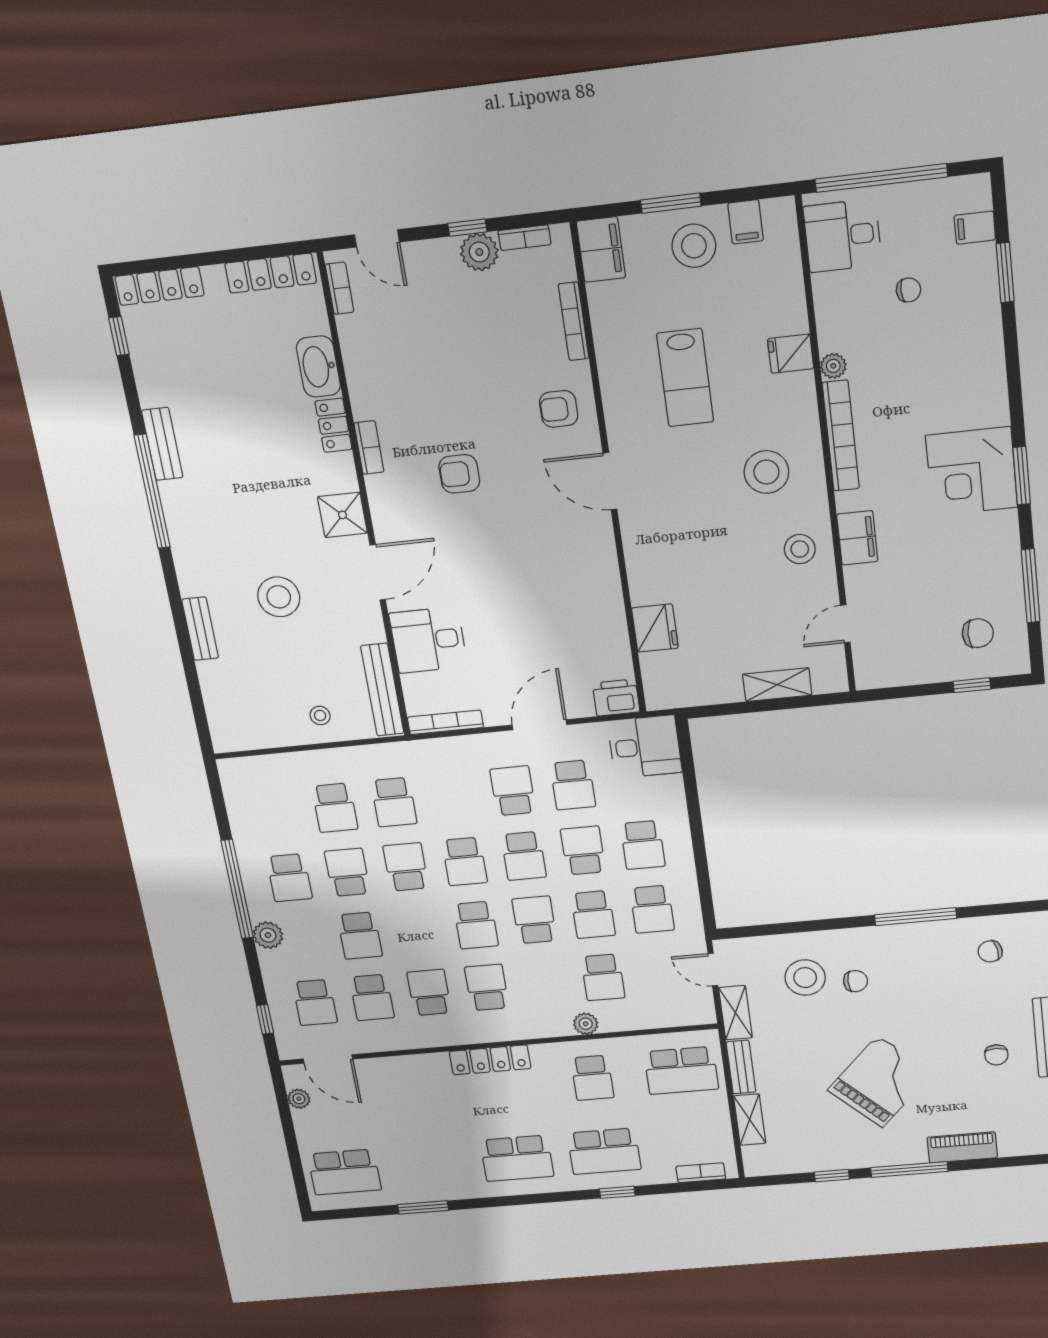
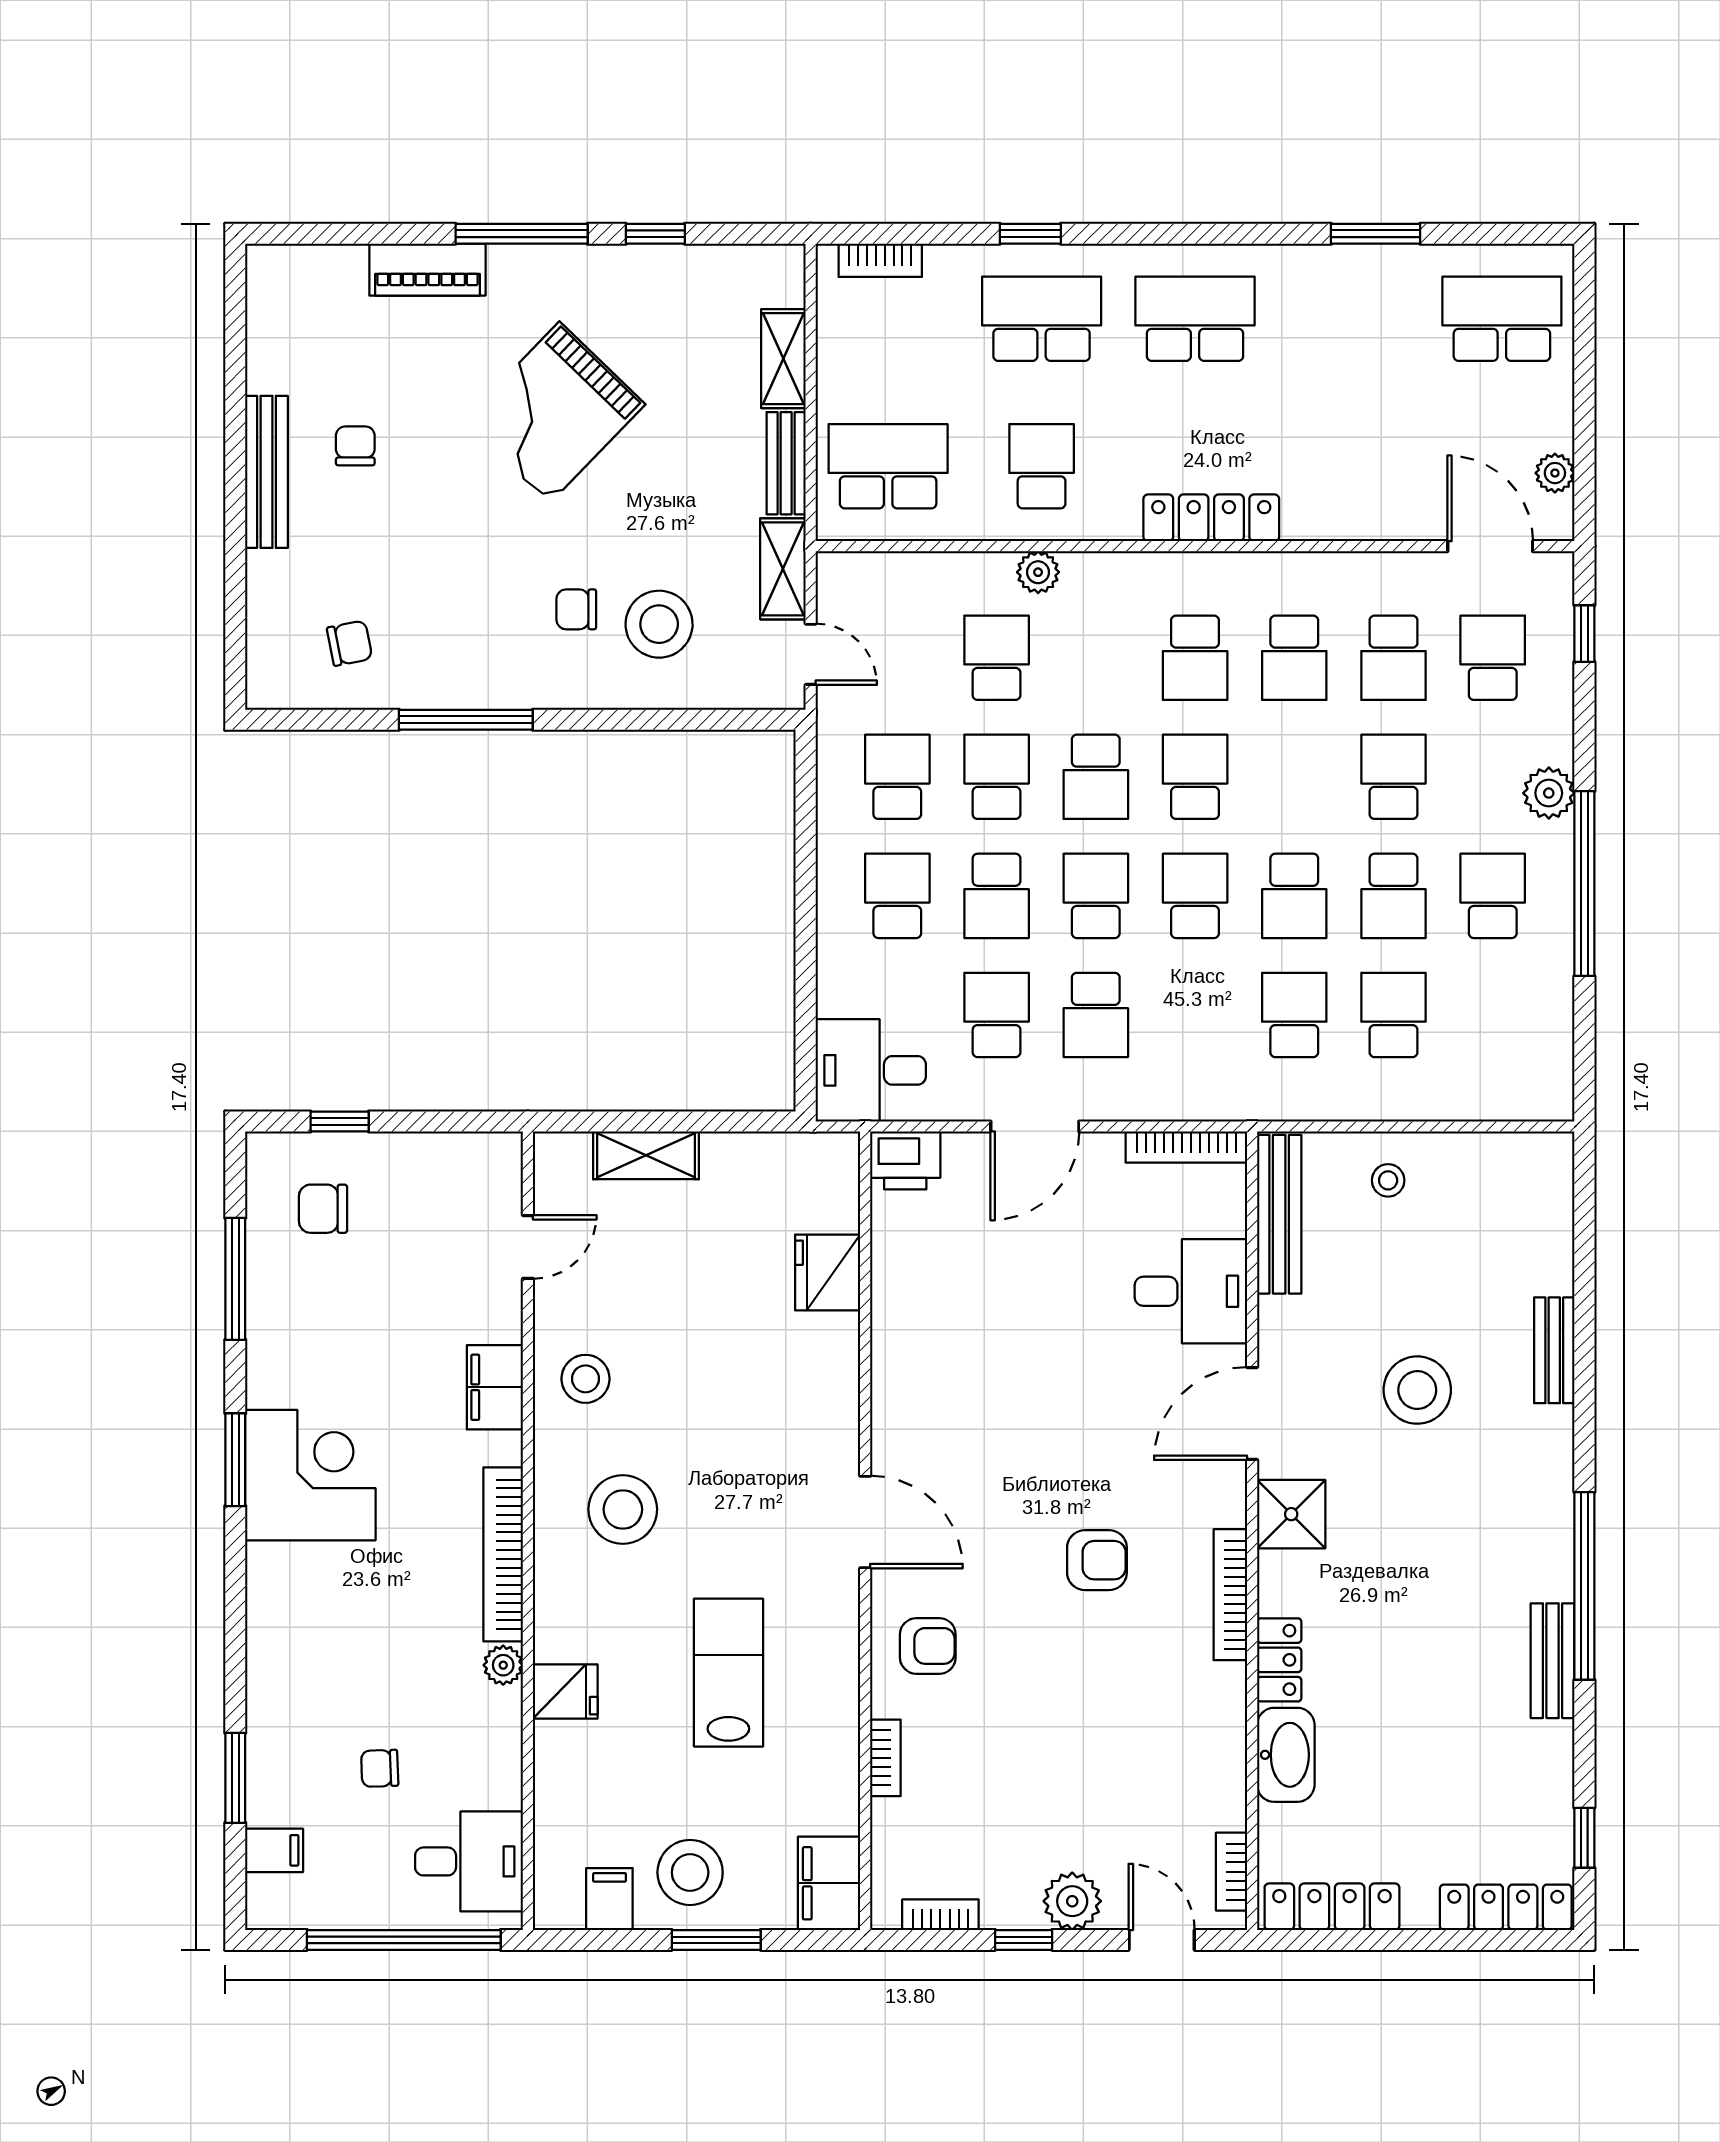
plant: (479, 252) -> (1072, 1901), moved
bookcase: (574, 321) -> (885, 1758), width x0.64
bookcase: (369, 447) -> (1230, 1595), width x1.56
school desk: (372, 997) -> (1393, 658), turned 180

